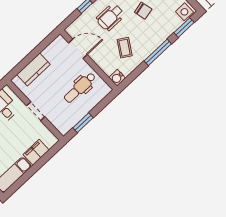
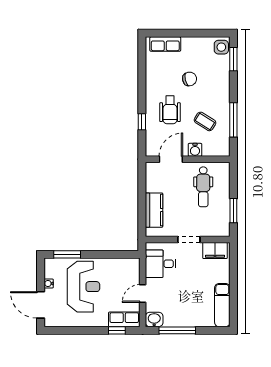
window: (158, 52) -> (233, 120), moved
water cooler: (117, 78) -> (195, 150), moved
filing cabinet: (36, 152) -> (215, 250), moved, turned -90

